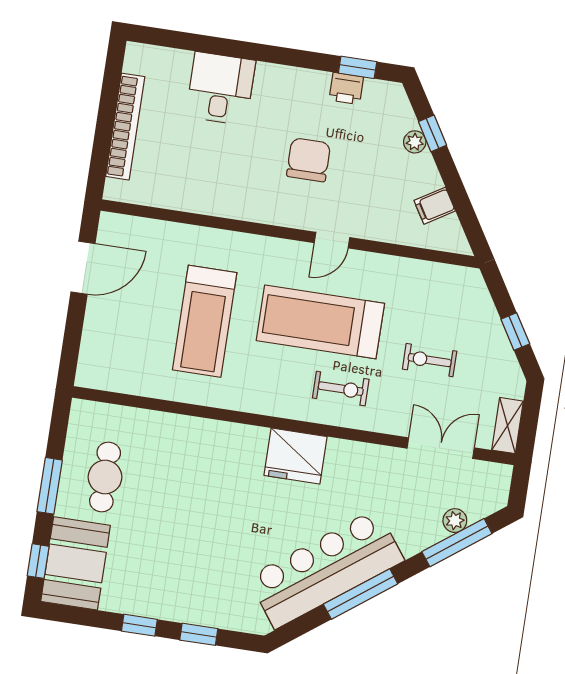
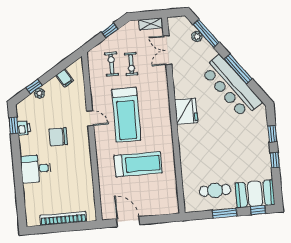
desk: (221, 89) -> (36, 169), moved
exercise bike: (341, 389) -> (112, 64), moved

